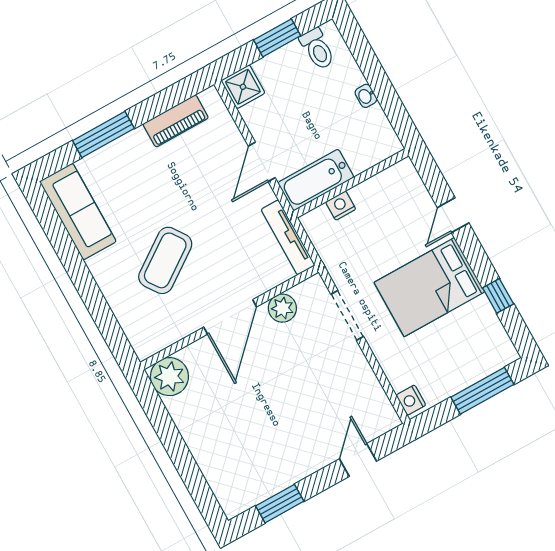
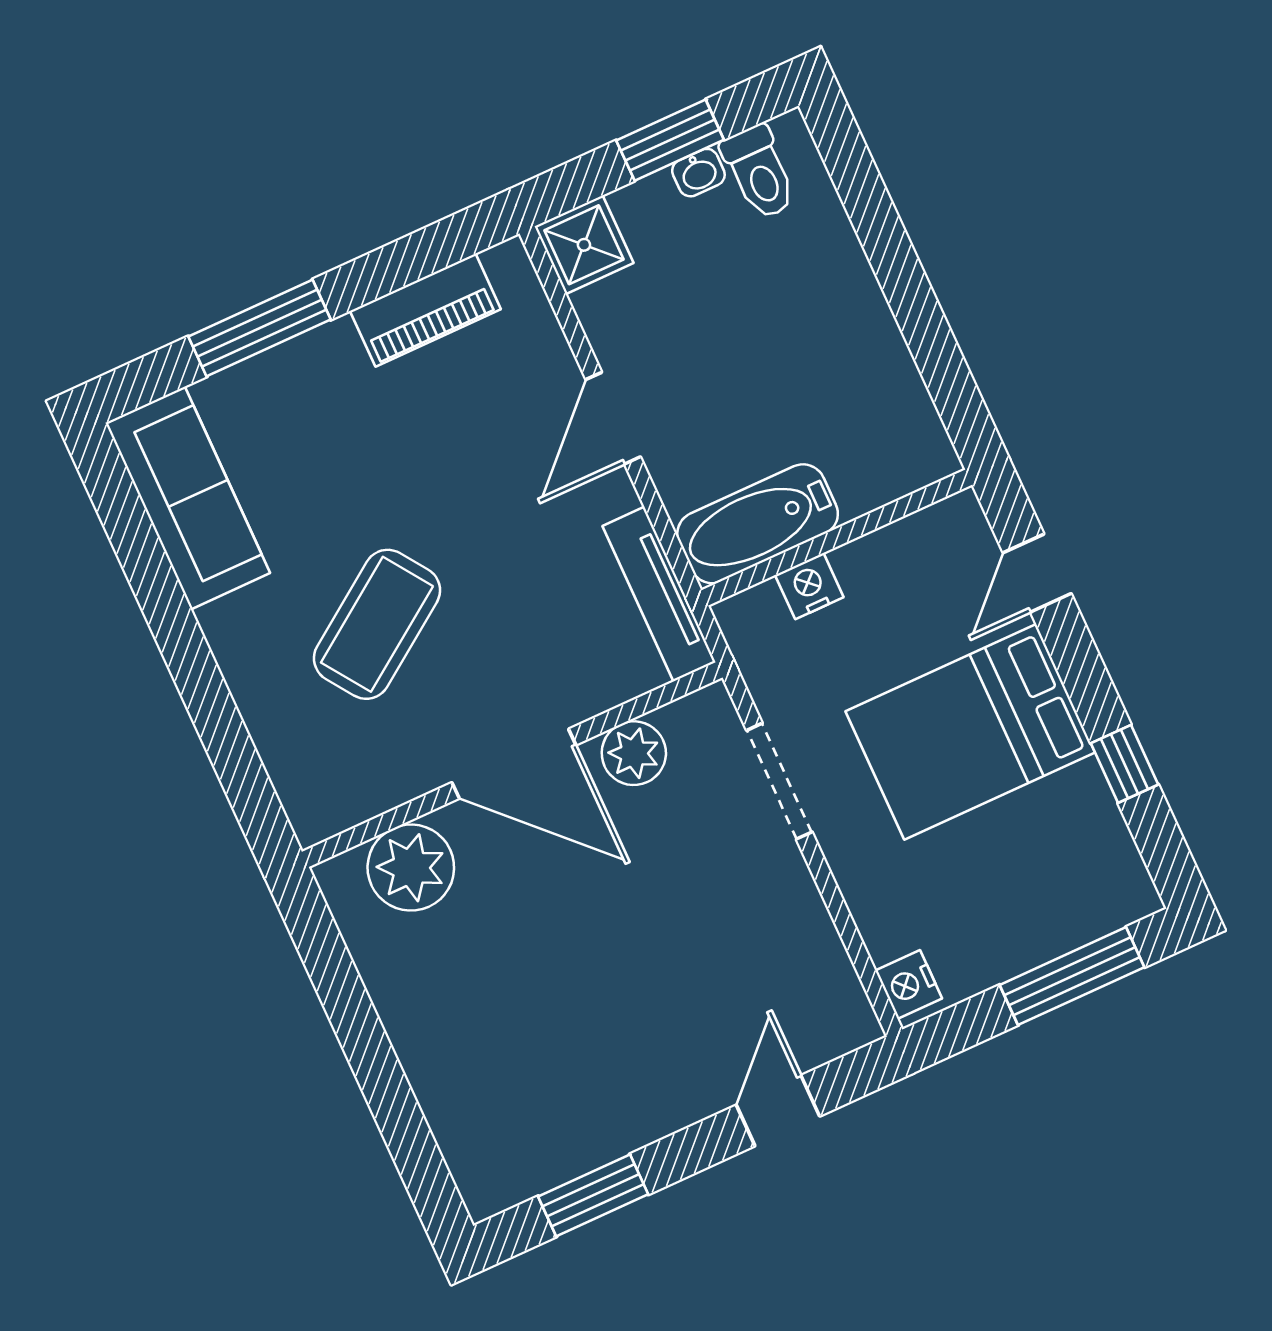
washbasin: (366, 96) -> (698, 173), moved, turned -90
bathtub: (316, 180) -> (758, 524), moved
wall: (351, 183) -> (837, 538), moved
nightstand: (341, 206) -> (809, 586), moved
door: (230, 317) -> (514, 764), hinge flipped
plant: (169, 377) -> (411, 868), moved

